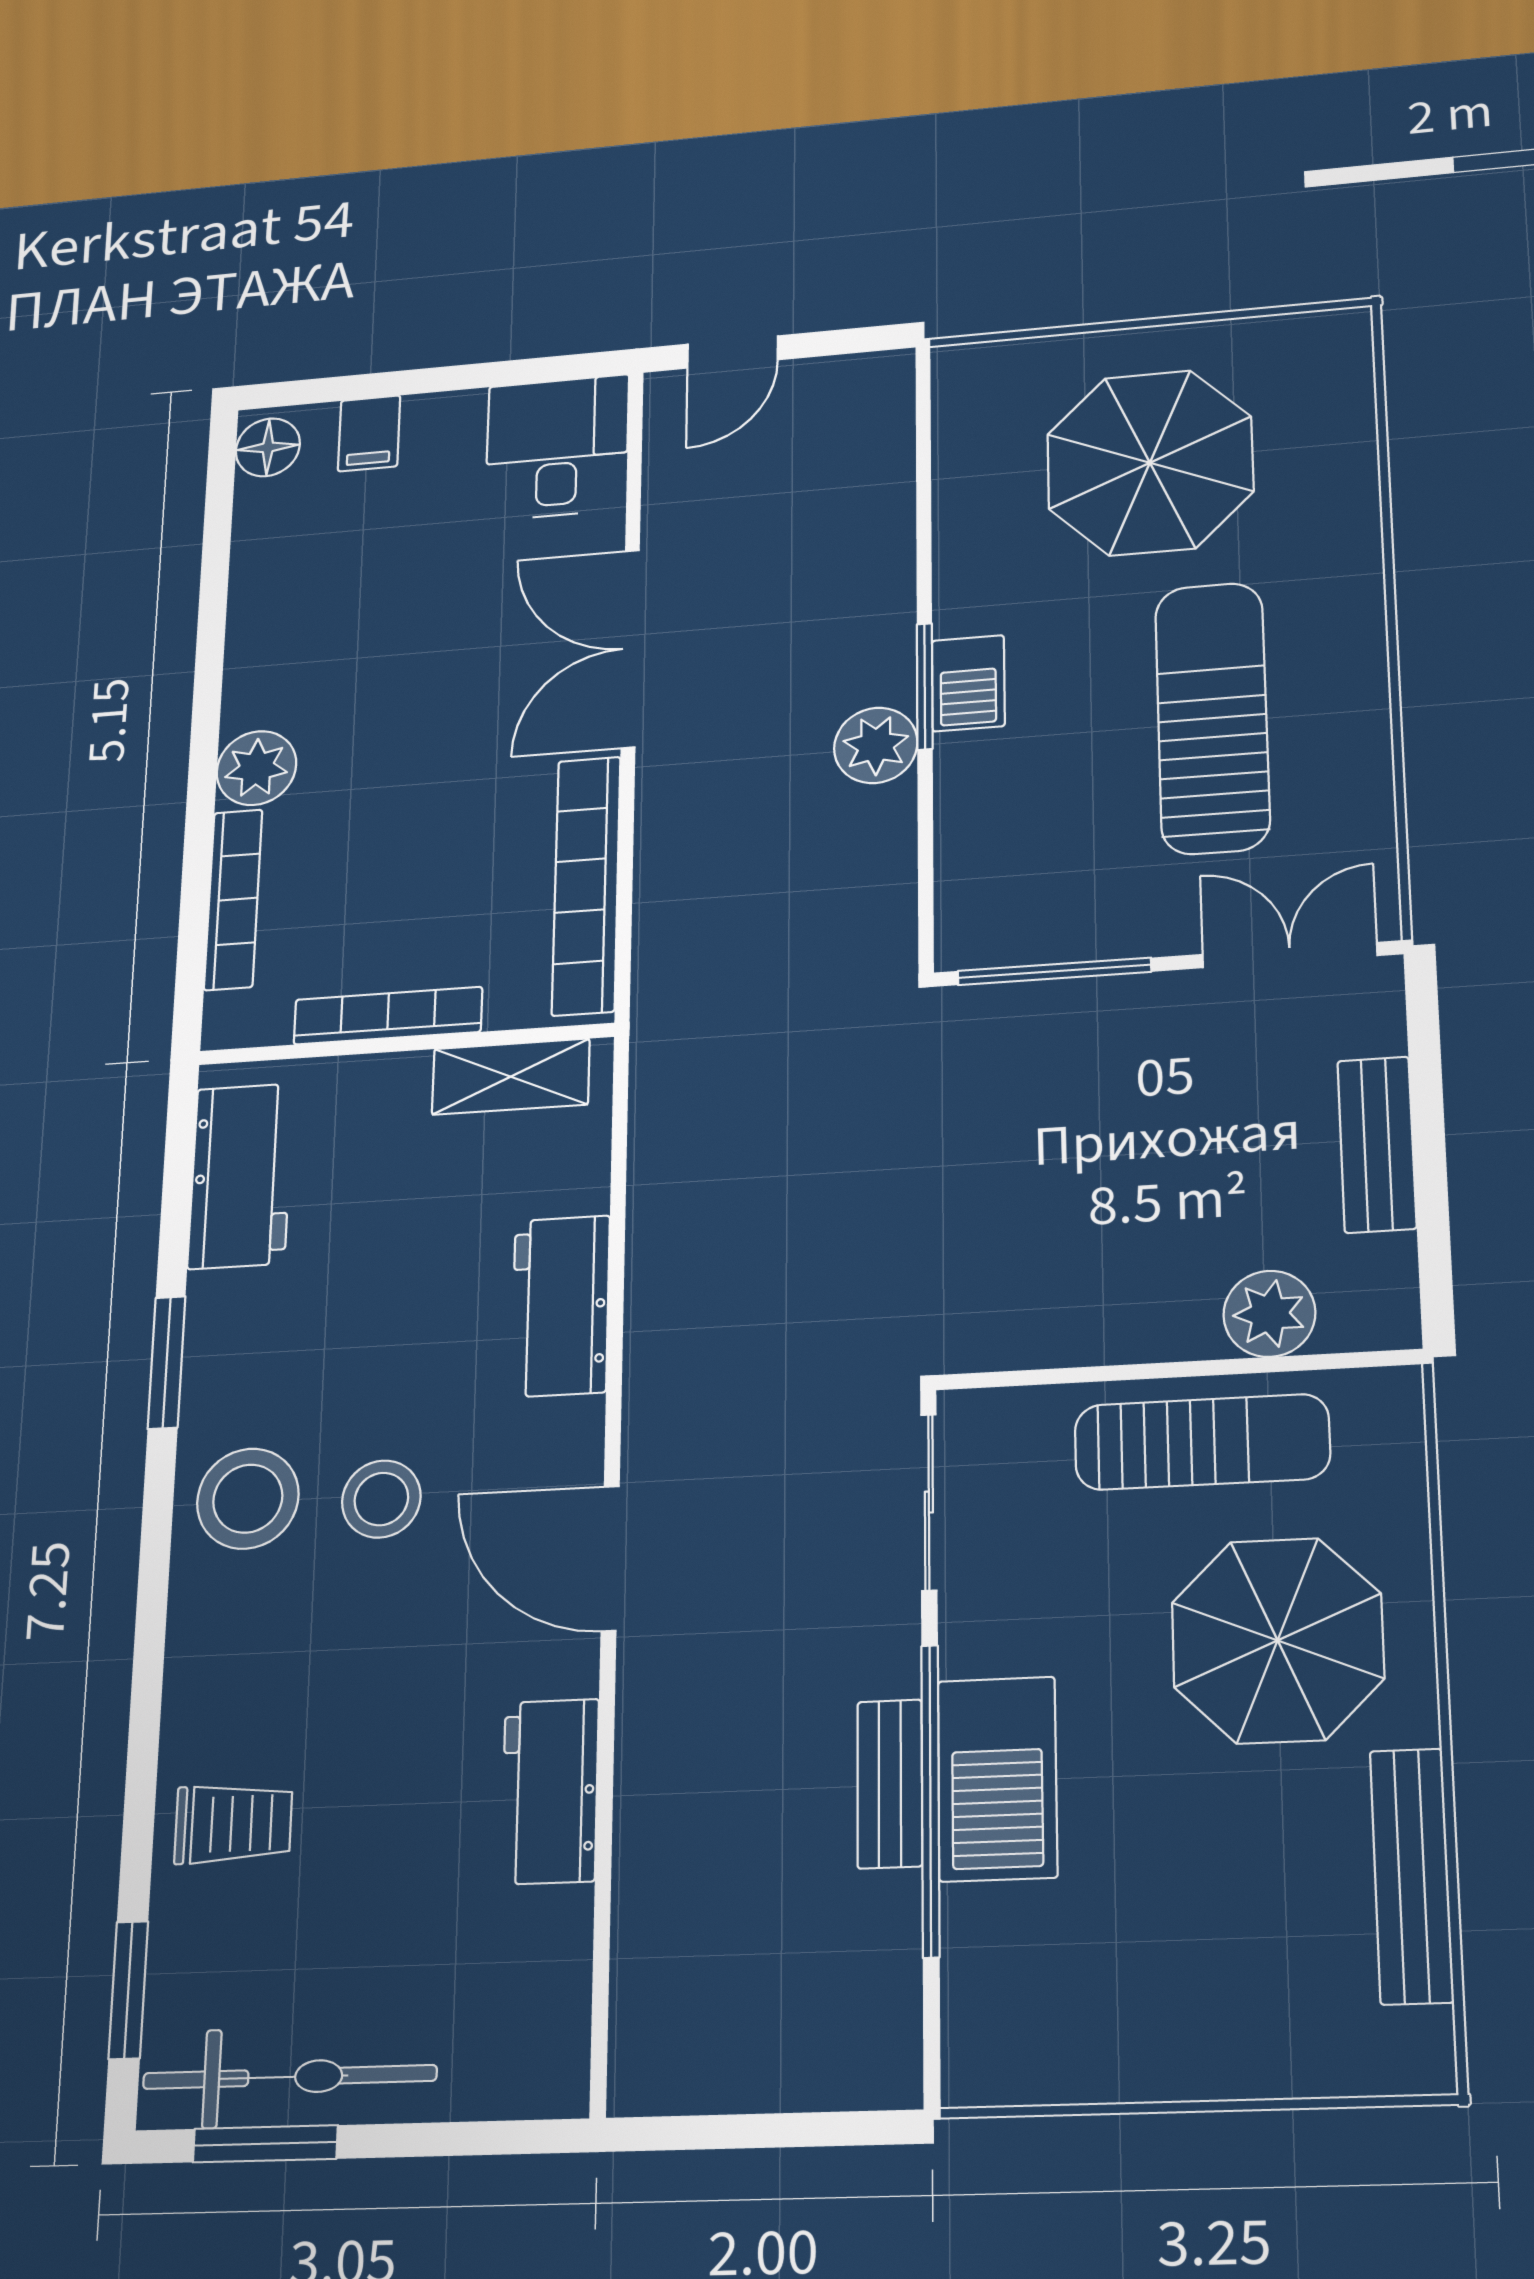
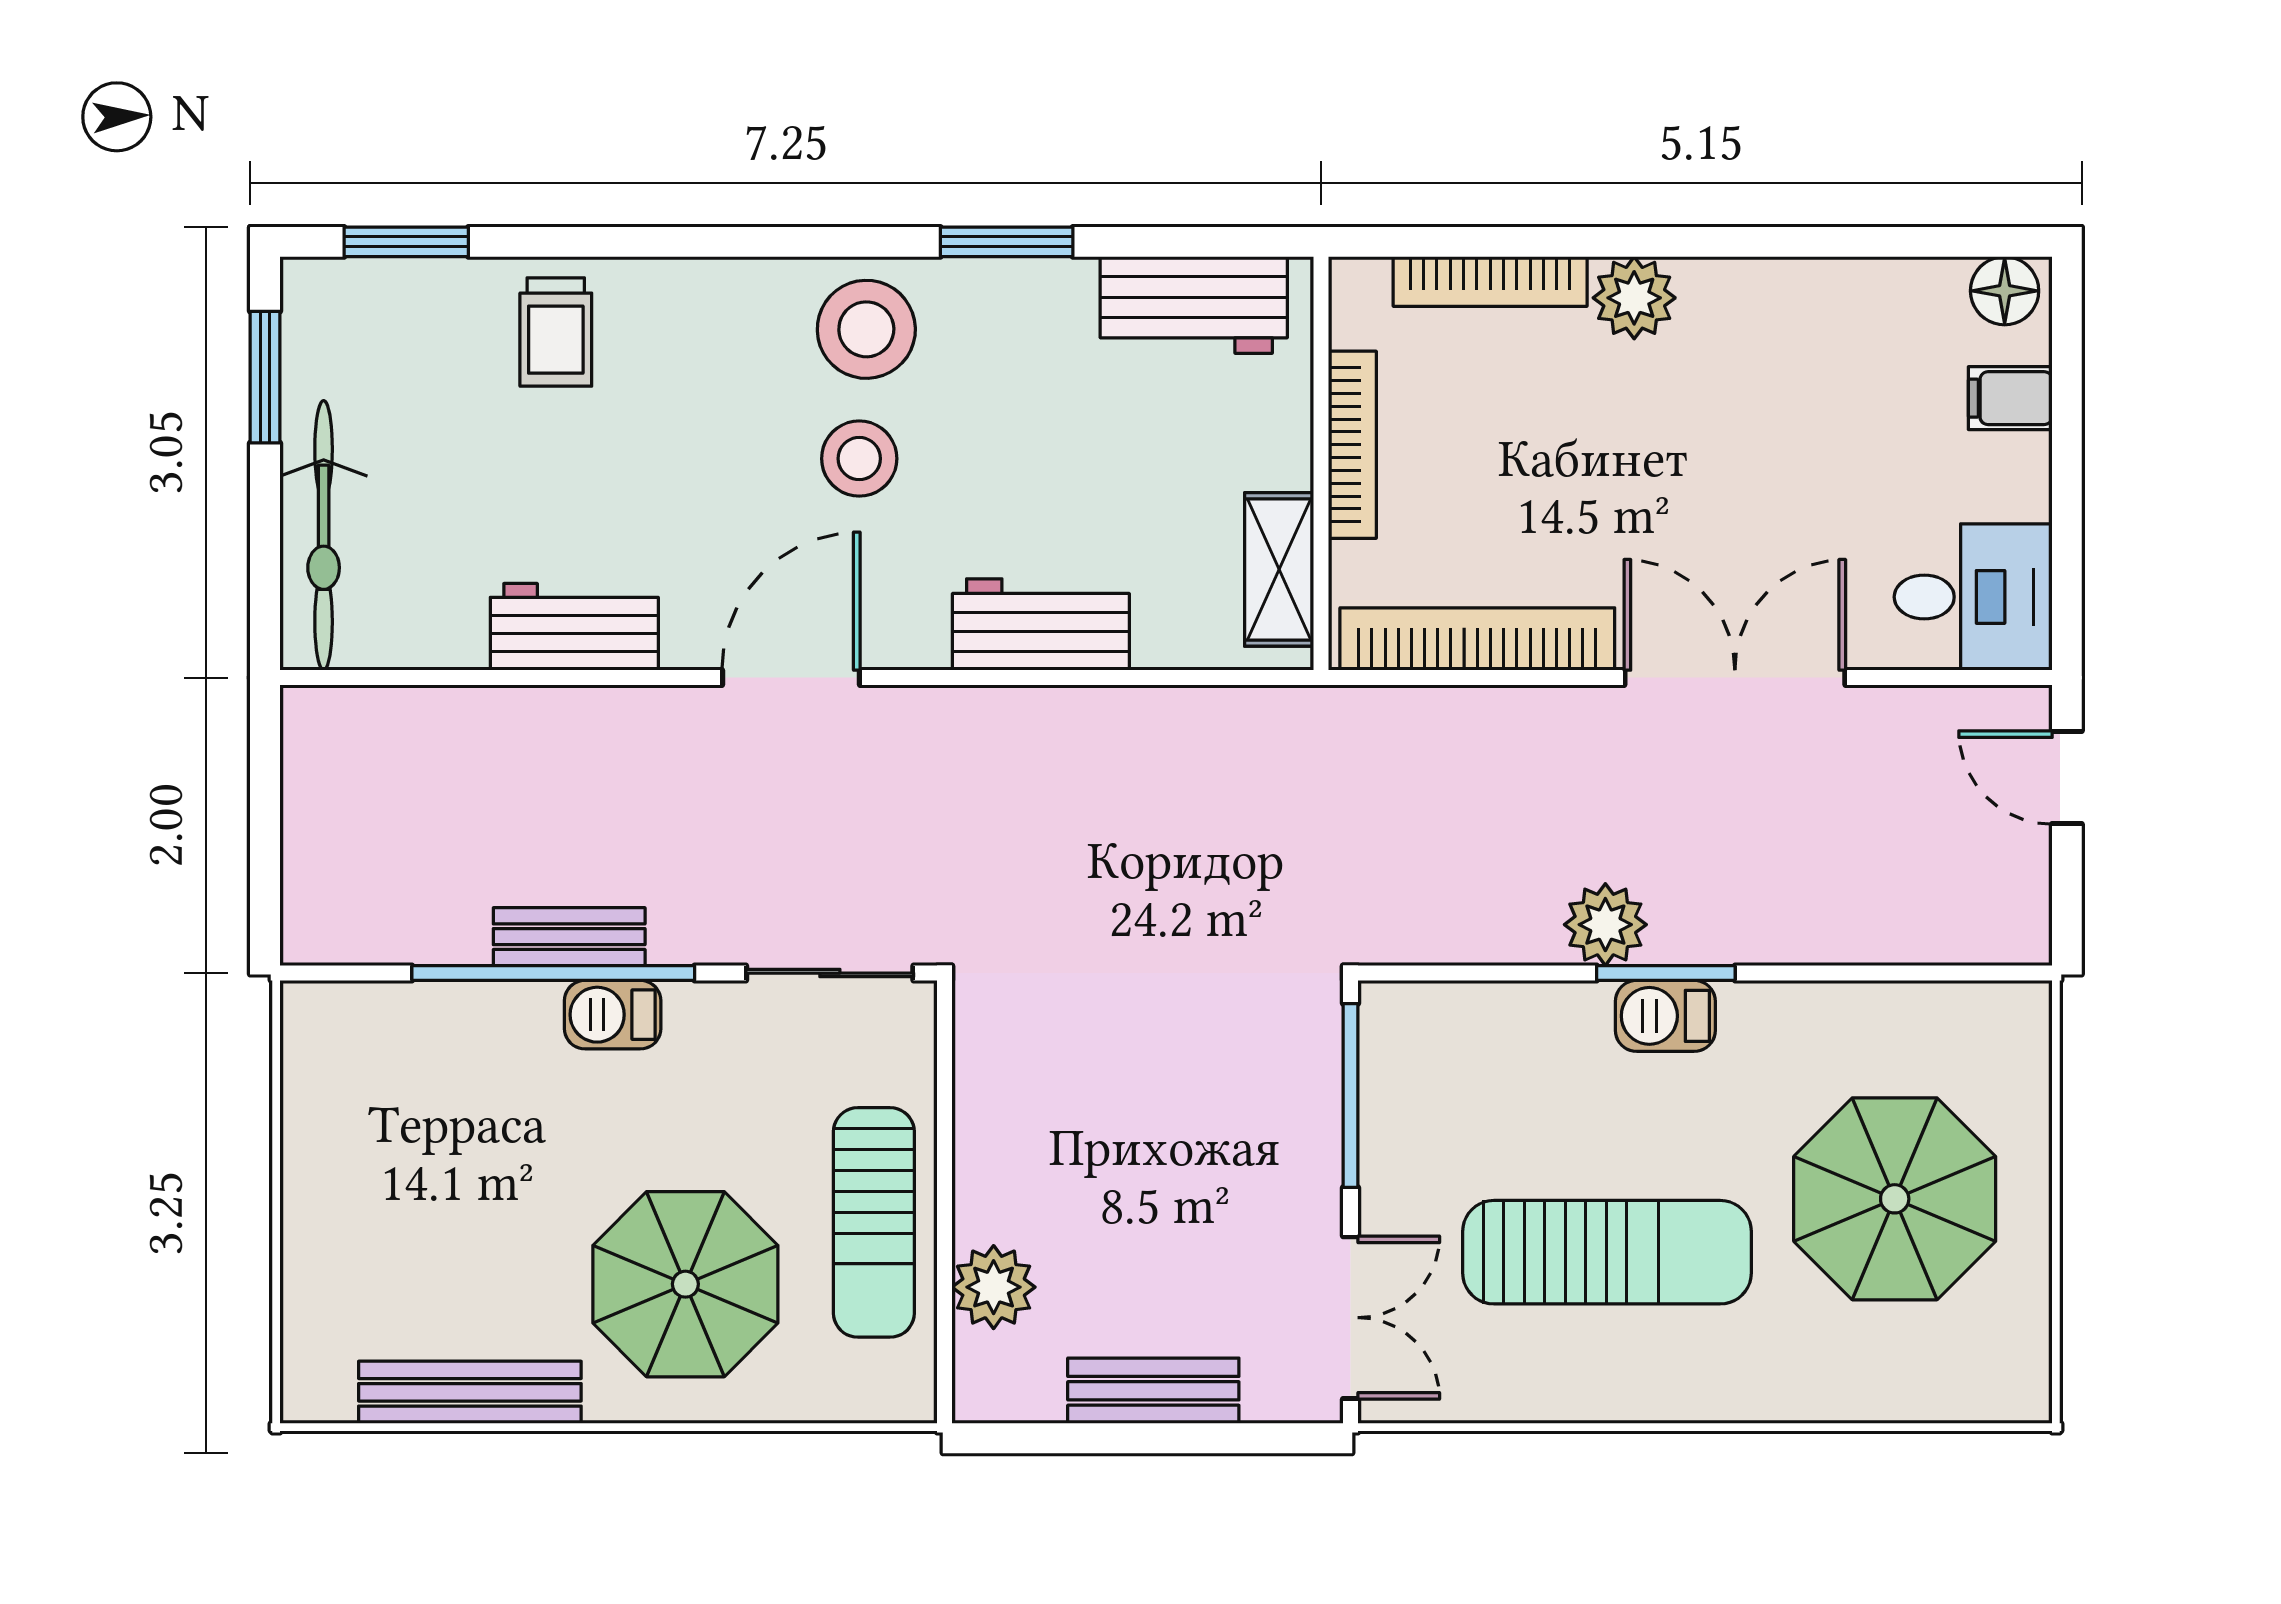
barbecue: (997, 1779) -> (613, 1015), width x0.53, depth x0.65
bicycle: (289, 2077) -> (324, 535), moved

